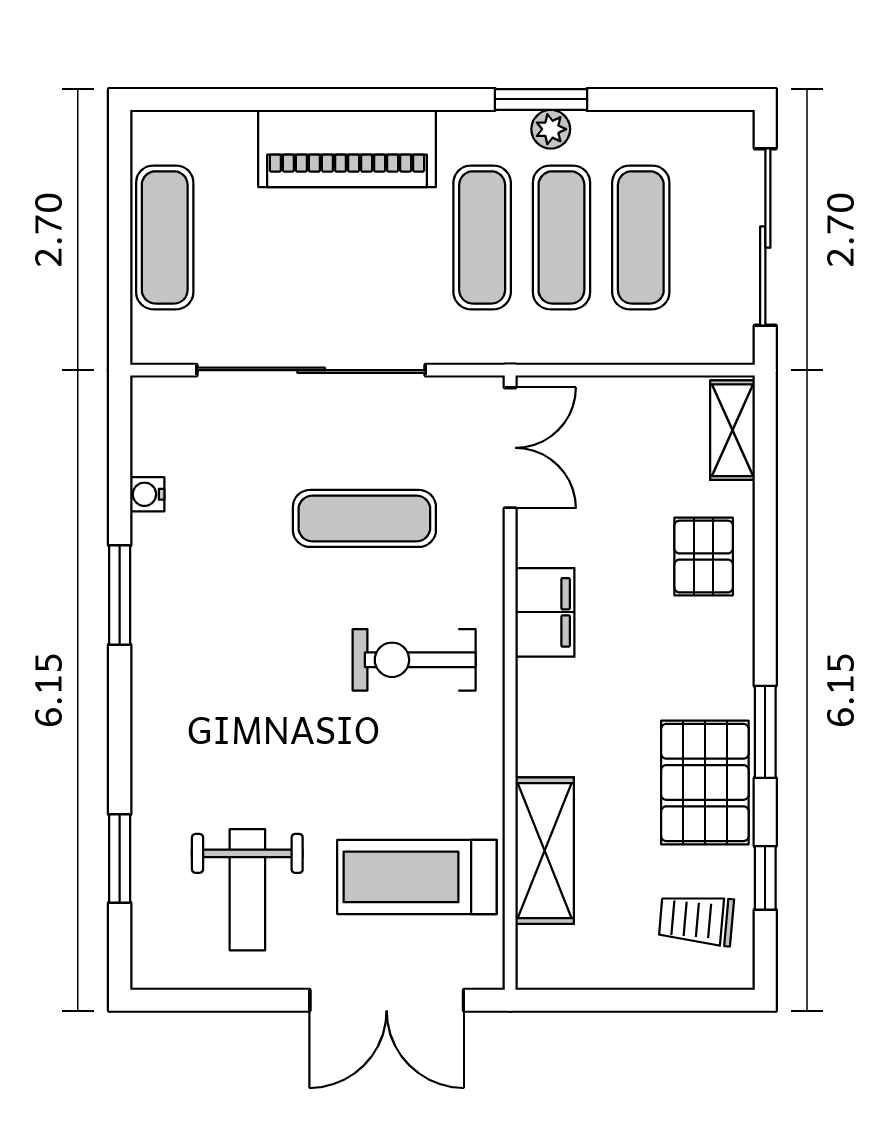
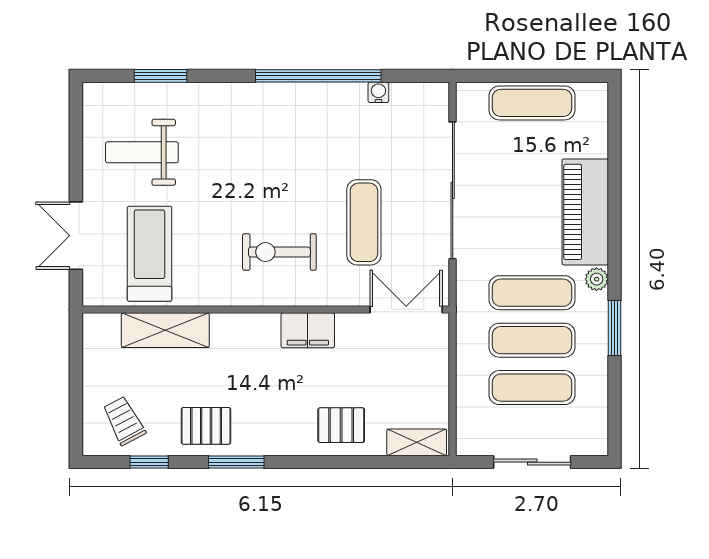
plant: (551, 129) -> (597, 279), moved
sliding door: (765, 237) -> (532, 462), width x0.73
double door: (510, 448) -> (406, 309), swing flipped
window: (120, 595) -> (318, 76), width x2.11
exercise bike: (414, 660) -> (279, 252), turned -90
pallet: (705, 782) -> (206, 426), width x0.67, depth x0.71
trolley: (696, 920) -> (124, 421), turned -33
double door: (387, 1000) -> (76, 236), width x0.73

